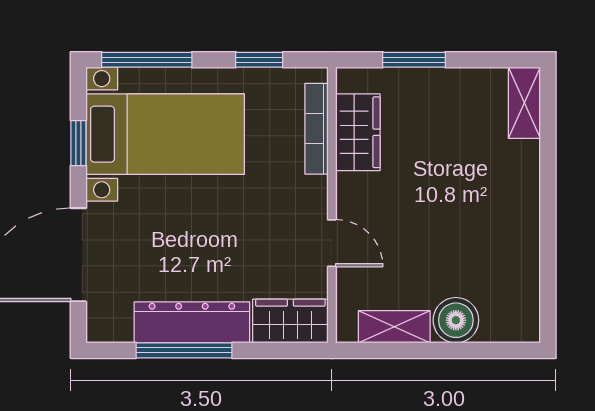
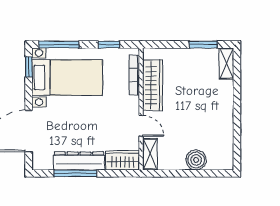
window: (414, 60) -> (203, 44), moved
wardrobe: (358, 132) -> (153, 85), width x1.50
window: (78, 143) -> (29, 67), moved
shelving: (394, 327) -> (150, 154), moved, turned 90

